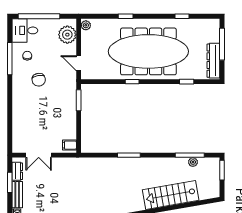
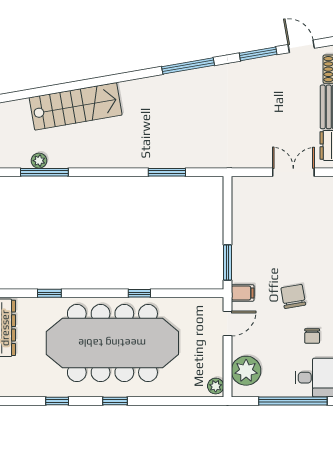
window: (126, 16) -> (115, 401), moved
door: (79, 63) -> (227, 324), hinge flipped
filing cabinet: (69, 145) -> (243, 293), moved
window: (129, 155) -> (167, 172), moved

